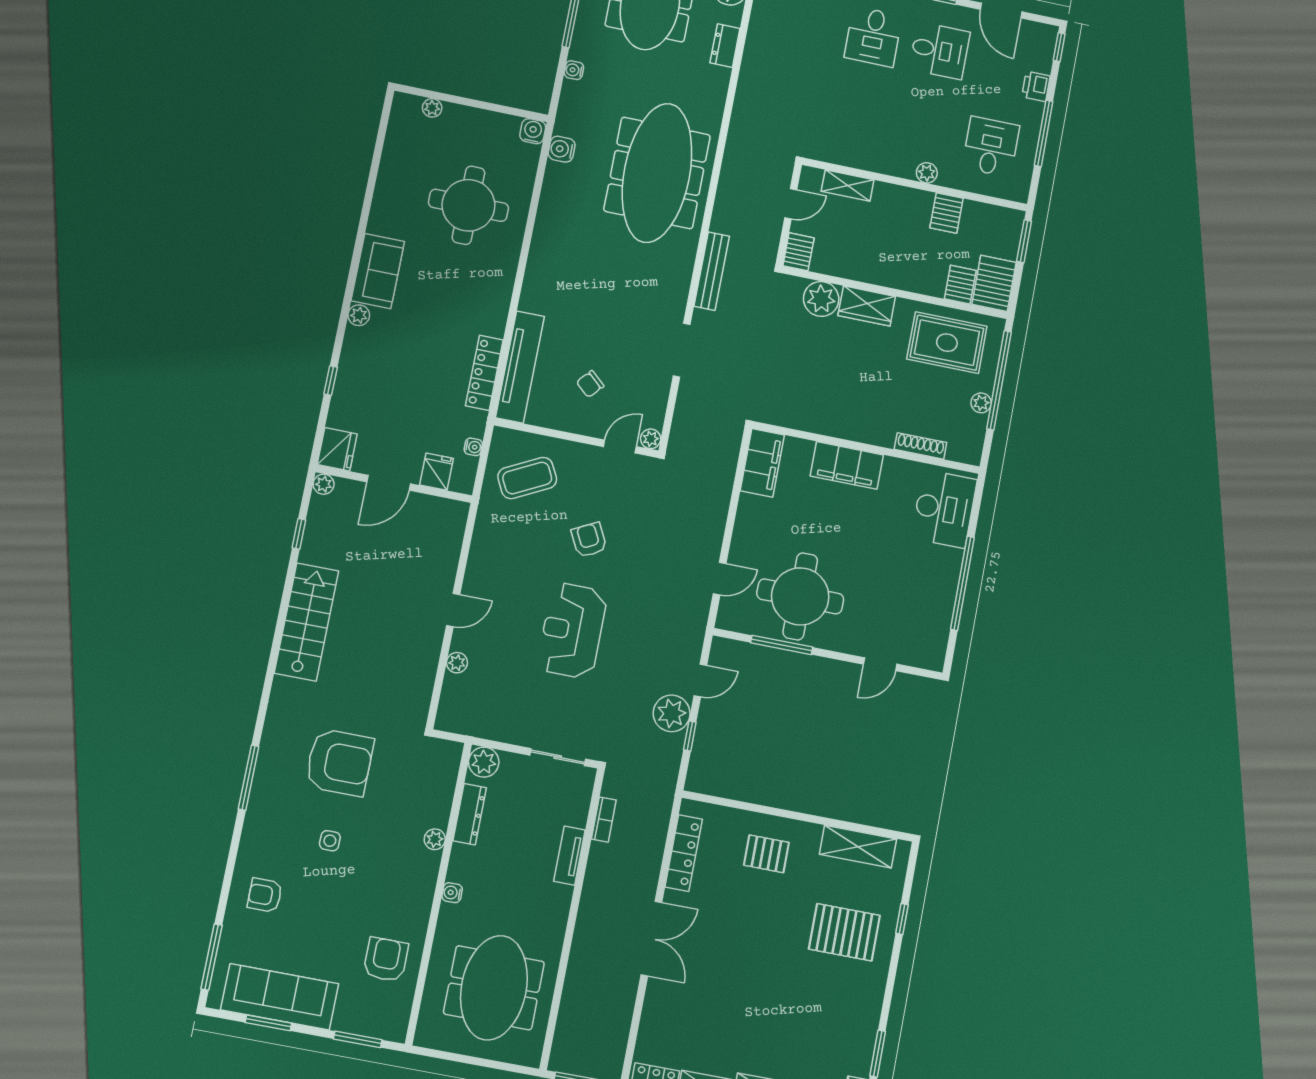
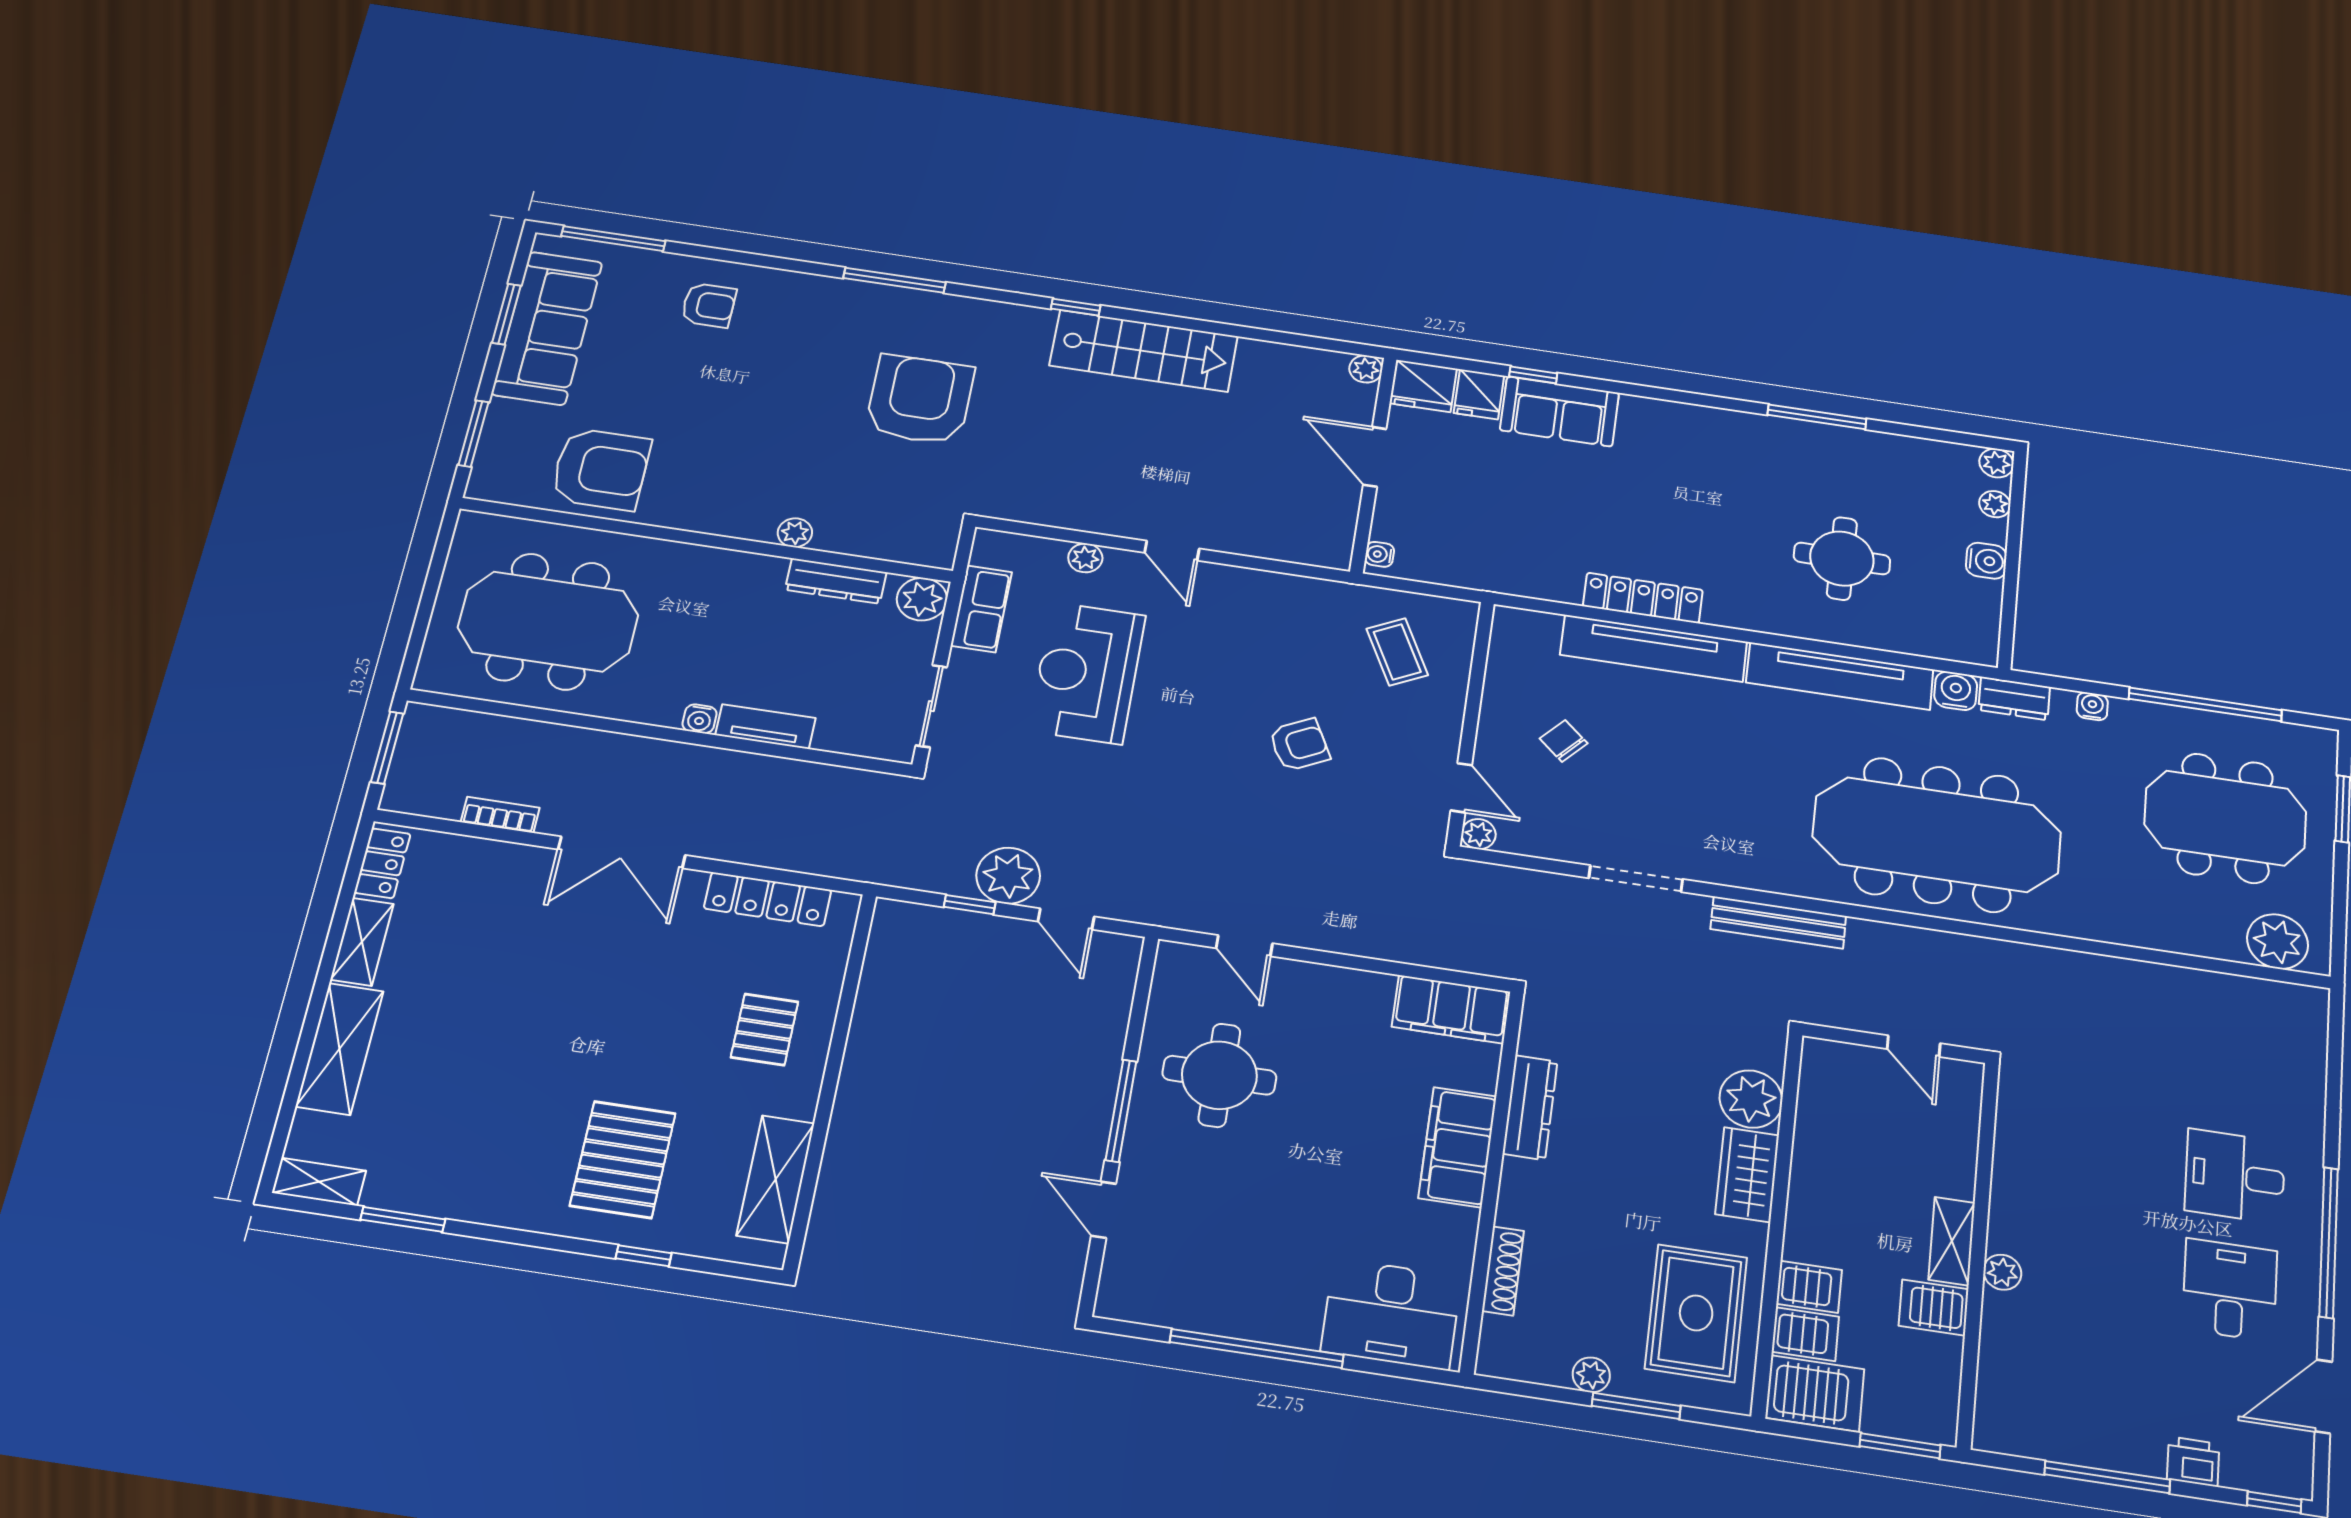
dresser: (725, 46) -> (2014, 698), moved, turned 180
desk: (940, 51) -> (2230, 1290), turned 180
water cooler: (533, 131) -> (1986, 561), moved
desk: (991, 147) -> (2067, 1383), removed
shelving: (848, 186) -> (1952, 1241), moved
round table: (468, 205) -> (1842, 559), width x0.73, depth x0.73
window: (366, 208) -> (1817, 417), added
tv unit: (550, 216) -> (1840, 676), added
server rack: (798, 252) -> (1809, 1287), moved
sofa: (378, 271) -> (1559, 411), moved
plant: (359, 315) -> (1996, 463), moved
tv unit: (520, 367) -> (1654, 648), moved
locker: (484, 373) -> (1643, 598), moved
window: (999, 380) -> (1636, 1406), width x0.47
dresser: (824, 423) -> (1530, 1107), added
water cooler: (473, 447) -> (1379, 554), moved, turned 90
fridge: (437, 472) -> (1479, 394), moved, turned 90
coffee table: (527, 478) -> (1397, 652), width x0.73, depth x0.77
window: (299, 534) -> (1076, 307), moved
round table: (800, 596) -> (1219, 1075), width x0.73, depth x0.73
reception desk: (572, 631) -> (1087, 673), moved, turned -90
window: (782, 645) -> (1121, 1111), moved
row of seats: (491, 726) -> (981, 609), added
armchair: (339, 762) -> (920, 400), turned 180
bookcase: (604, 820) -> (500, 815), moved, turned 180
side table: (330, 841) -> (794, 389), removed
water cooler: (452, 893) -> (700, 719), moved, turned 180
armchair: (265, 895) -> (709, 305), turned 90
armchair: (386, 959) -> (601, 469), width x1.36, depth x1.36

